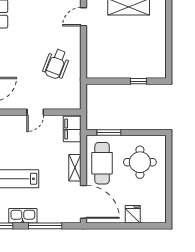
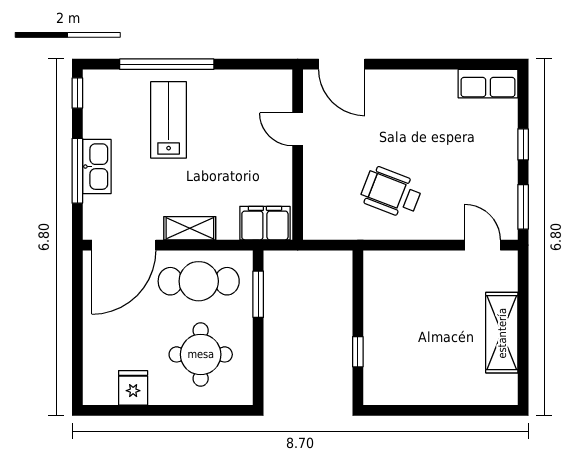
door: (35, 112) -> (298, 129), moved
fridge: (133, 214) -> (133, 388), moved, turned -90
kitchen sink: (23, 216) -> (97, 167), moved

